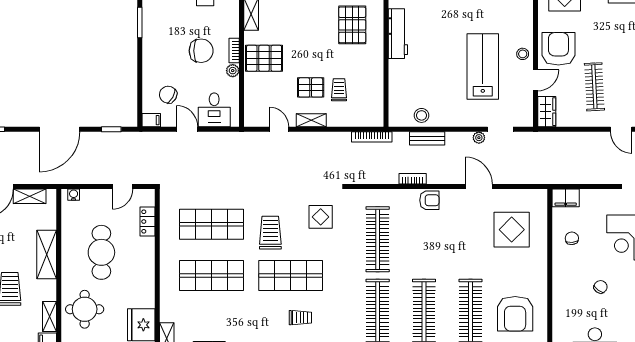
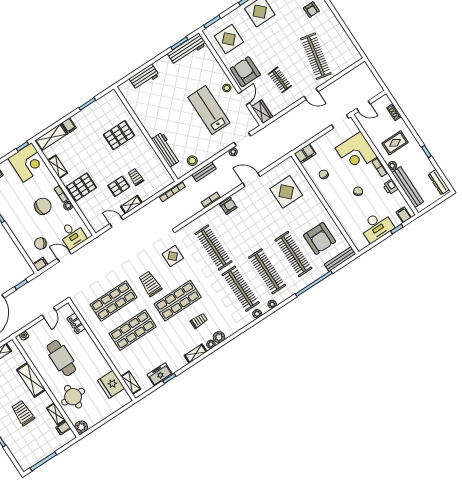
pallet: (352, 25) -> (119, 135), turned 90
workbench: (398, 34) -> (166, 150), moved
clothes rail: (594, 87) -> (280, 80), width x0.73

